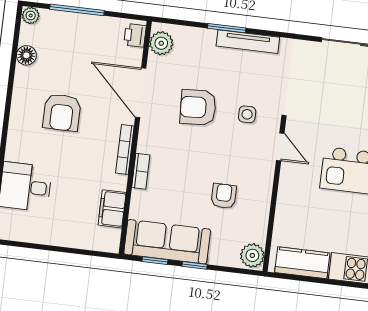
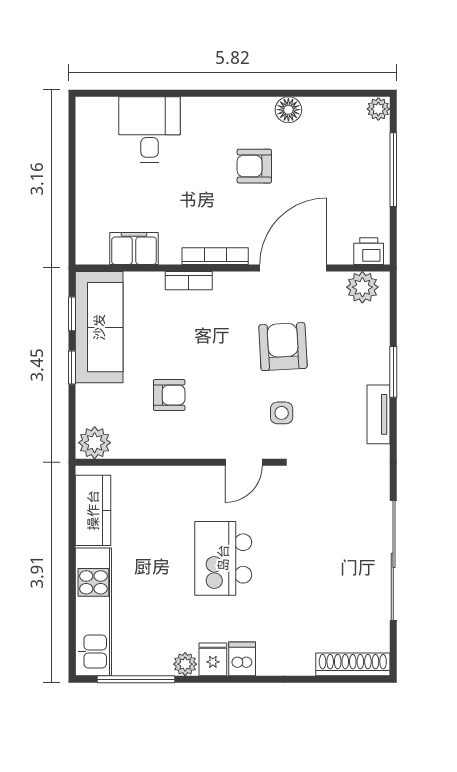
tv unit: (248, 42) -> (379, 414), width x0.71
floor lamp: (26, 55) -> (288, 110), moved
armchair: (62, 112) -> (254, 166), width x0.72, depth x0.72

